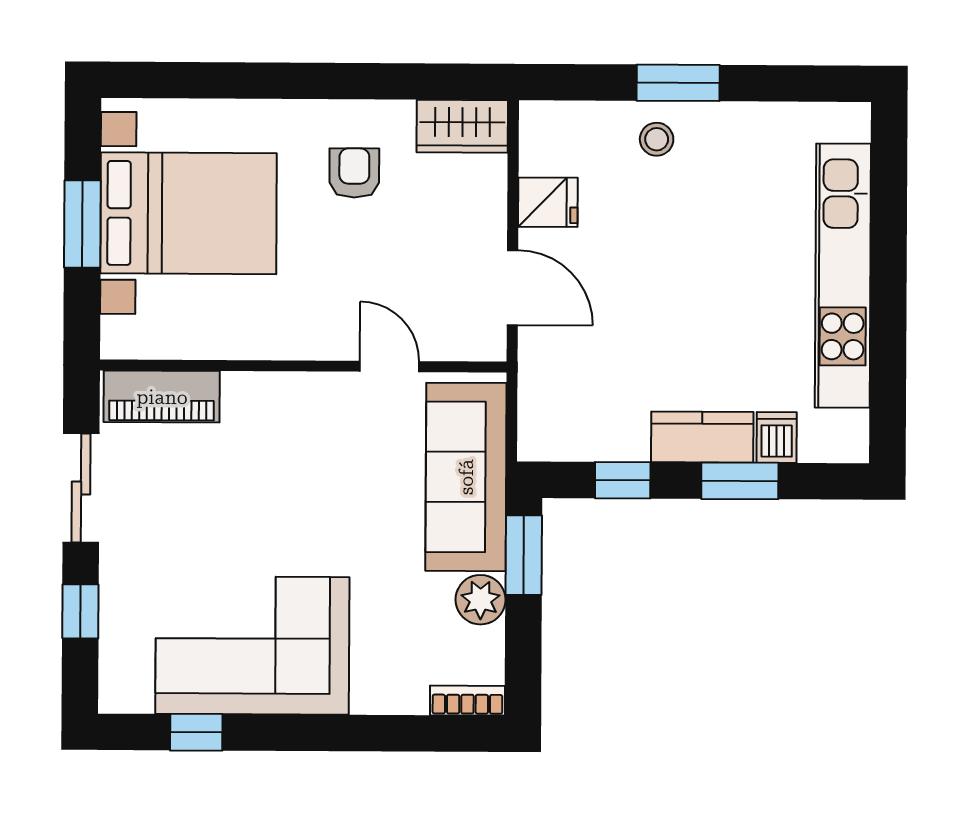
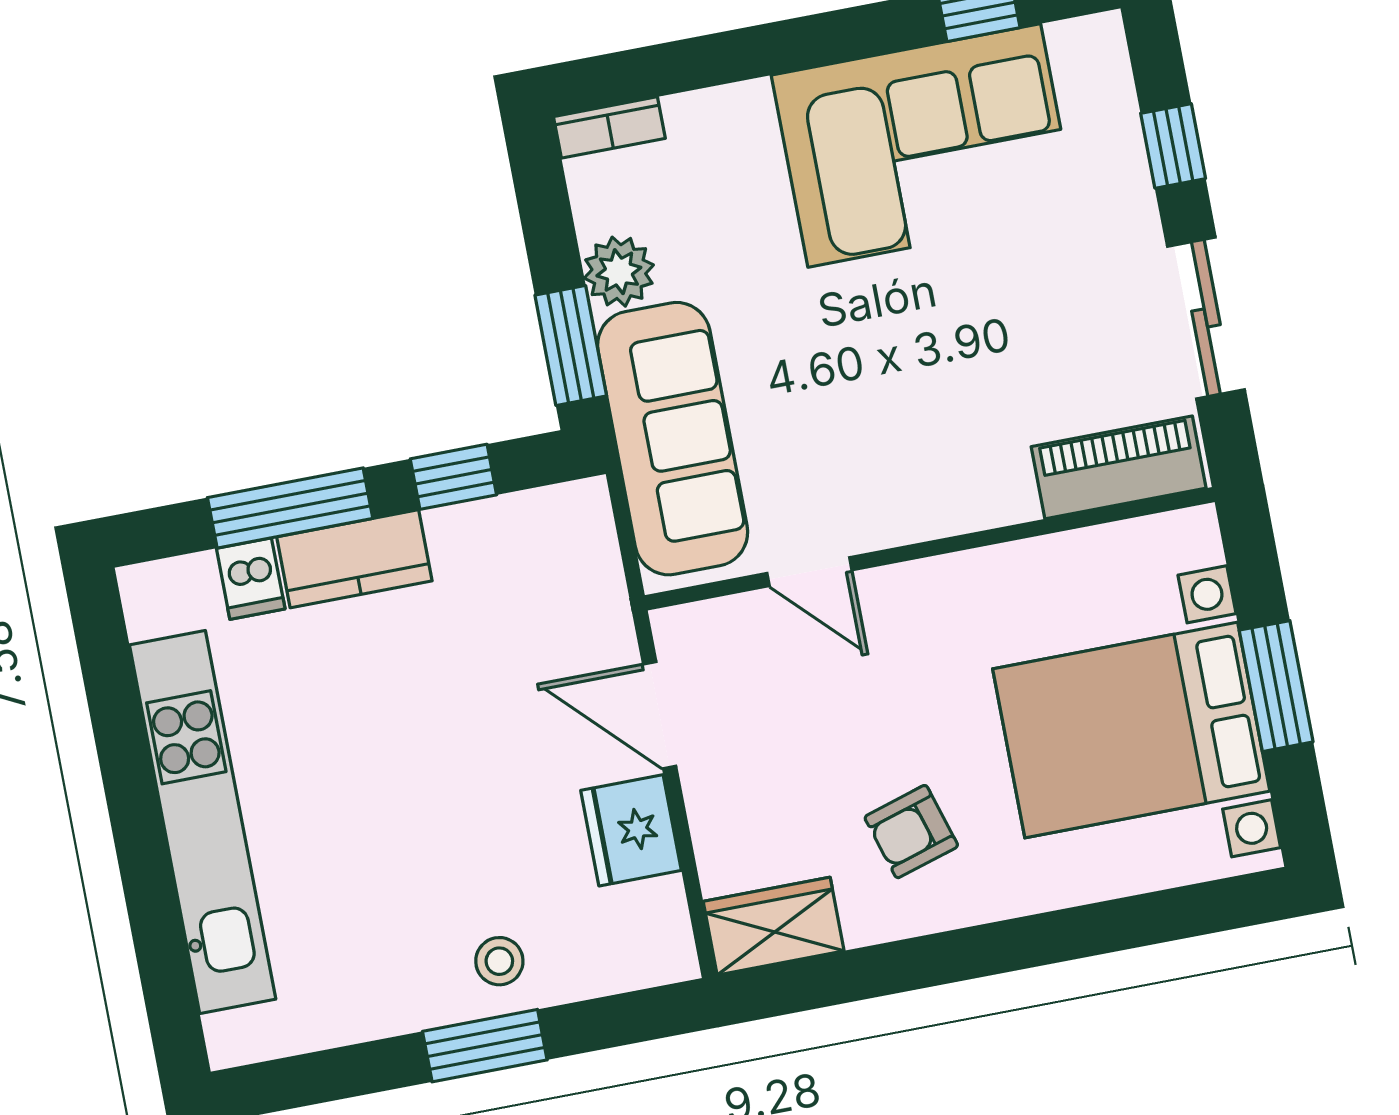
armchair: (354, 173) -> (911, 832), turned 73
fridge: (548, 202) -> (631, 830), width x1.38
window: (740, 481) -> (290, 508), width x1.44

